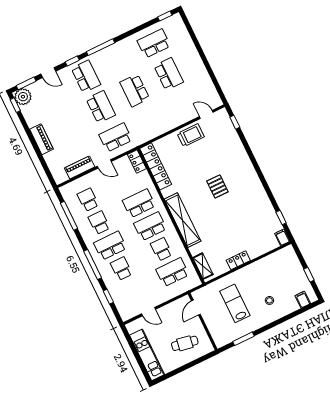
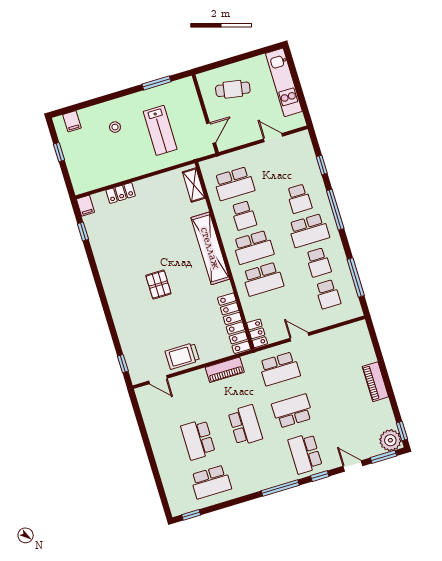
school desk: (101, 107) -> (292, 411), turned 90
piano: (80, 167) -> (225, 370), moved
locker: (238, 260) -> (121, 193), moved

